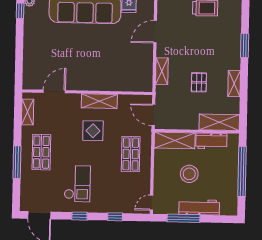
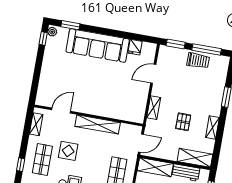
shelving: (99, 101) -> (98, 124), width x1.47
door: (153, 115) -> (141, 143), swing flipped
display table: (93, 131) -> (68, 151), moved
window: (17, 162) -> (21, 165), width x0.46

